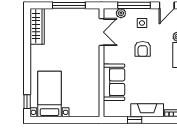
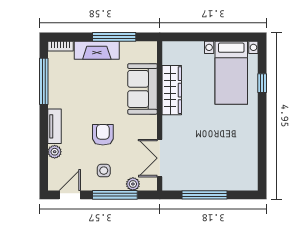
wardrobe: (37, 26) -> (172, 90), moved, turned 180
window: (27, 102) -> (262, 83), moved
window: (135, 120) -> (114, 37), width x2.17

